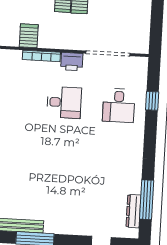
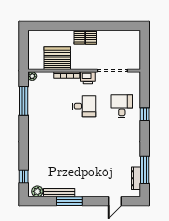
server rack: (29, 36) -> (57, 58), width x2.18, depth x1.44
window: (152, 101) -> (145, 114), moved
desk: (119, 105) -> (122, 106), turned 180

